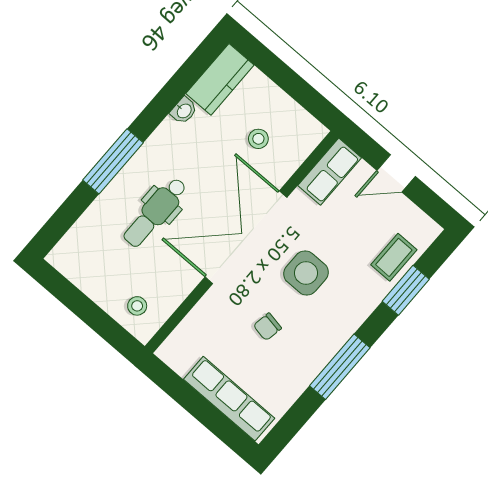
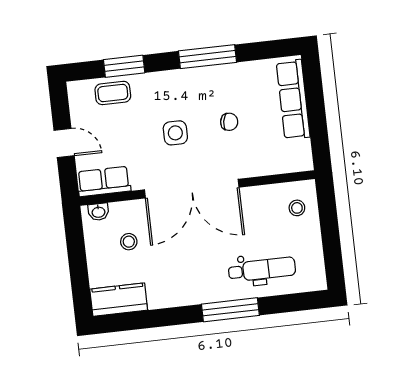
washbasin: (184, 111) -> (98, 212), moved, turned 180
dental chair: (155, 212) -> (262, 269), moved
side table: (306, 273) -> (175, 133), width x0.73, depth x0.73

